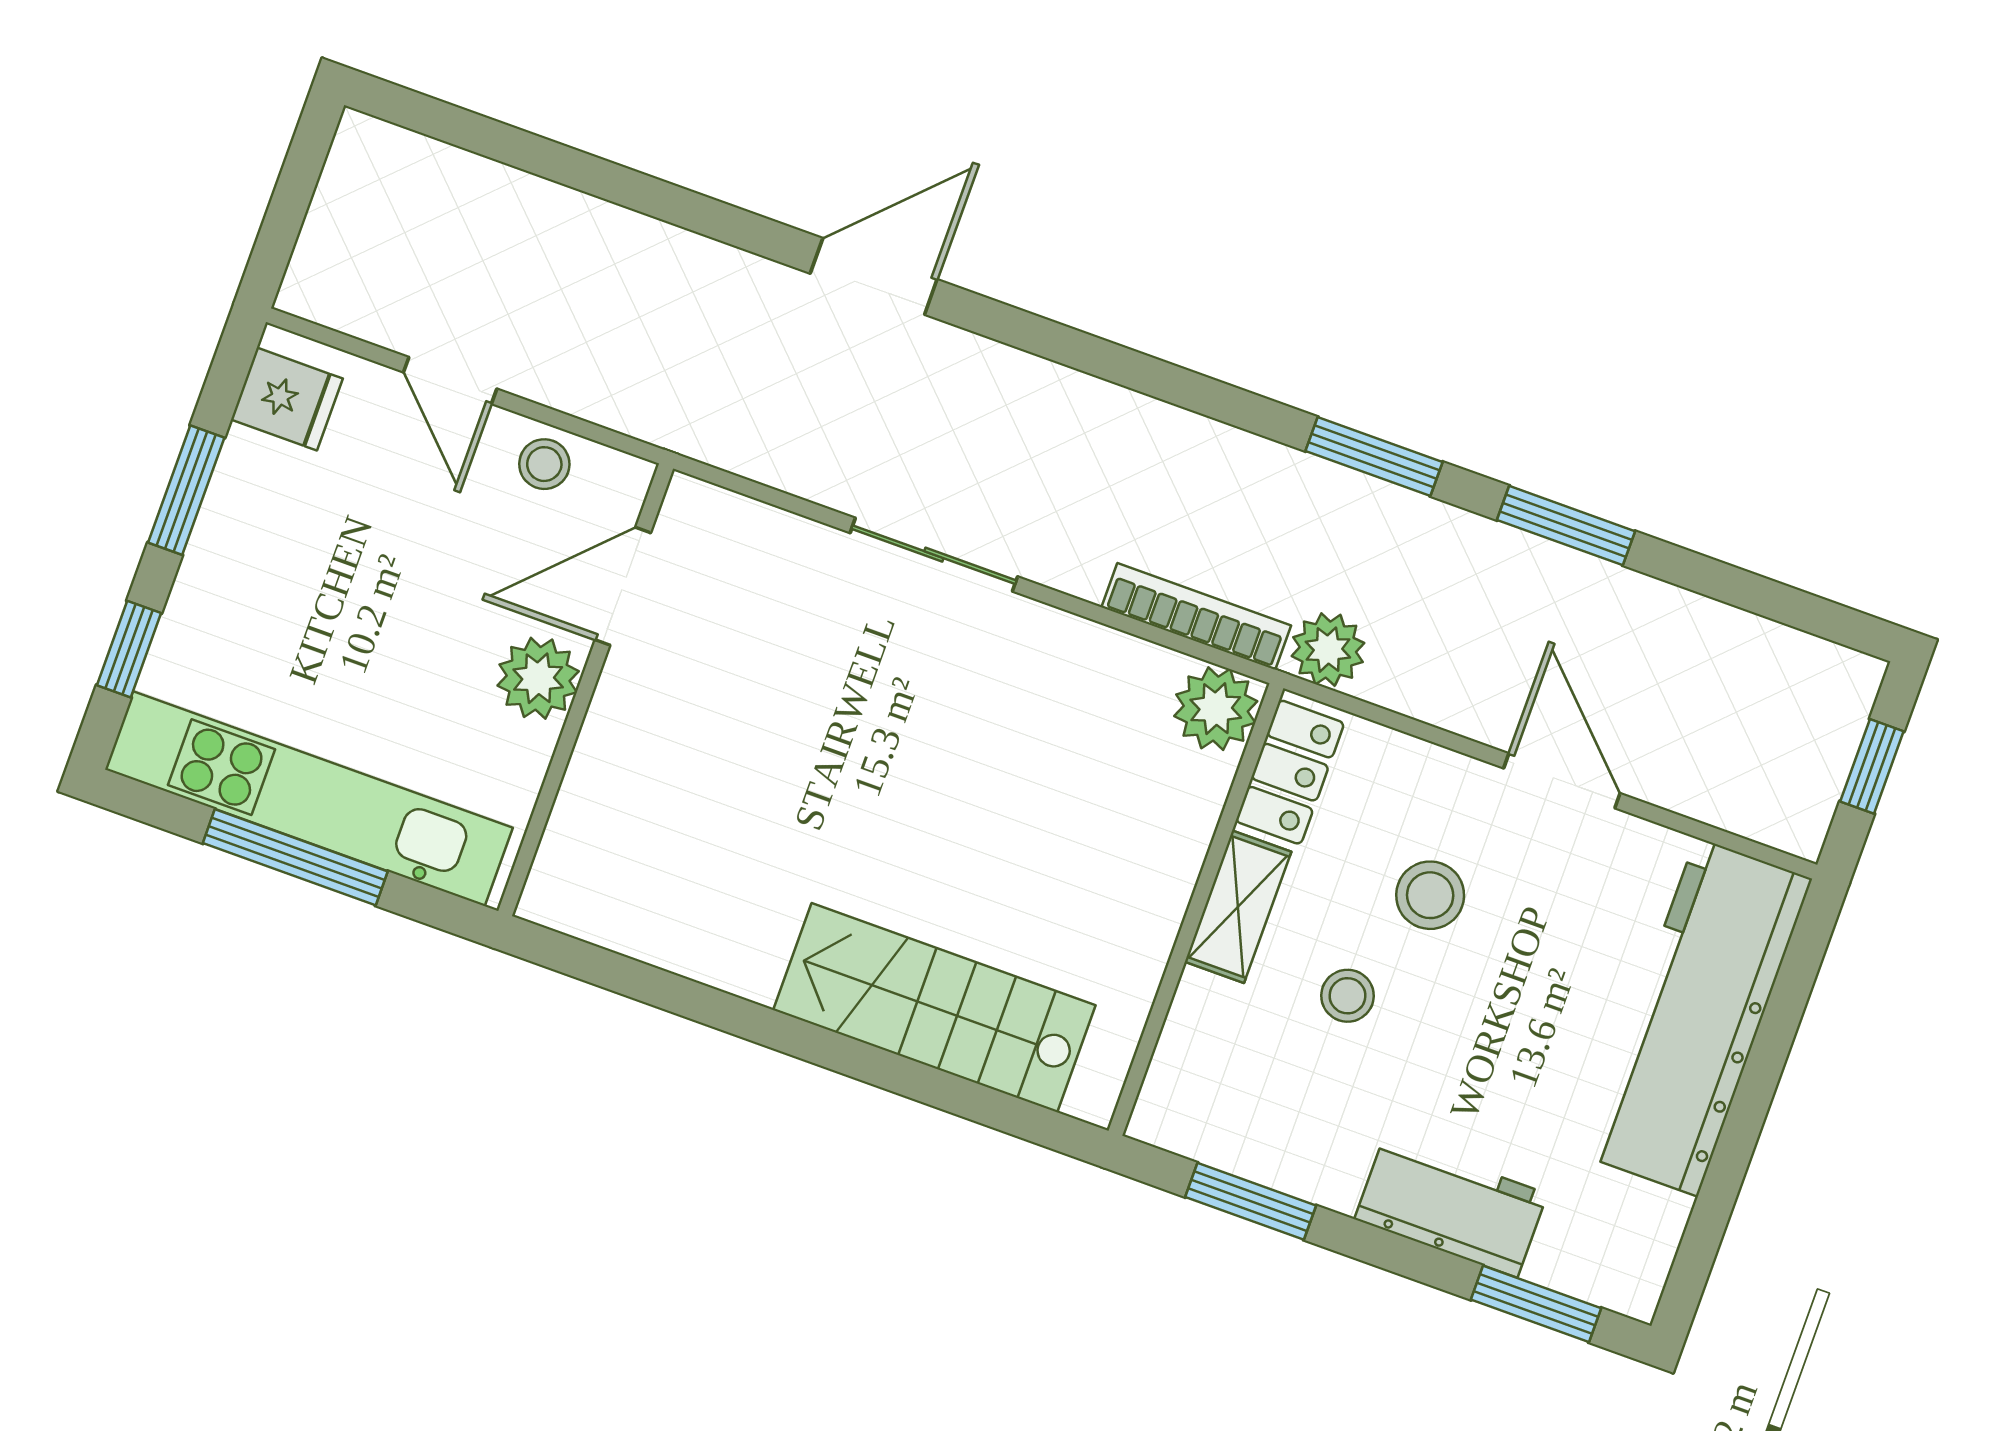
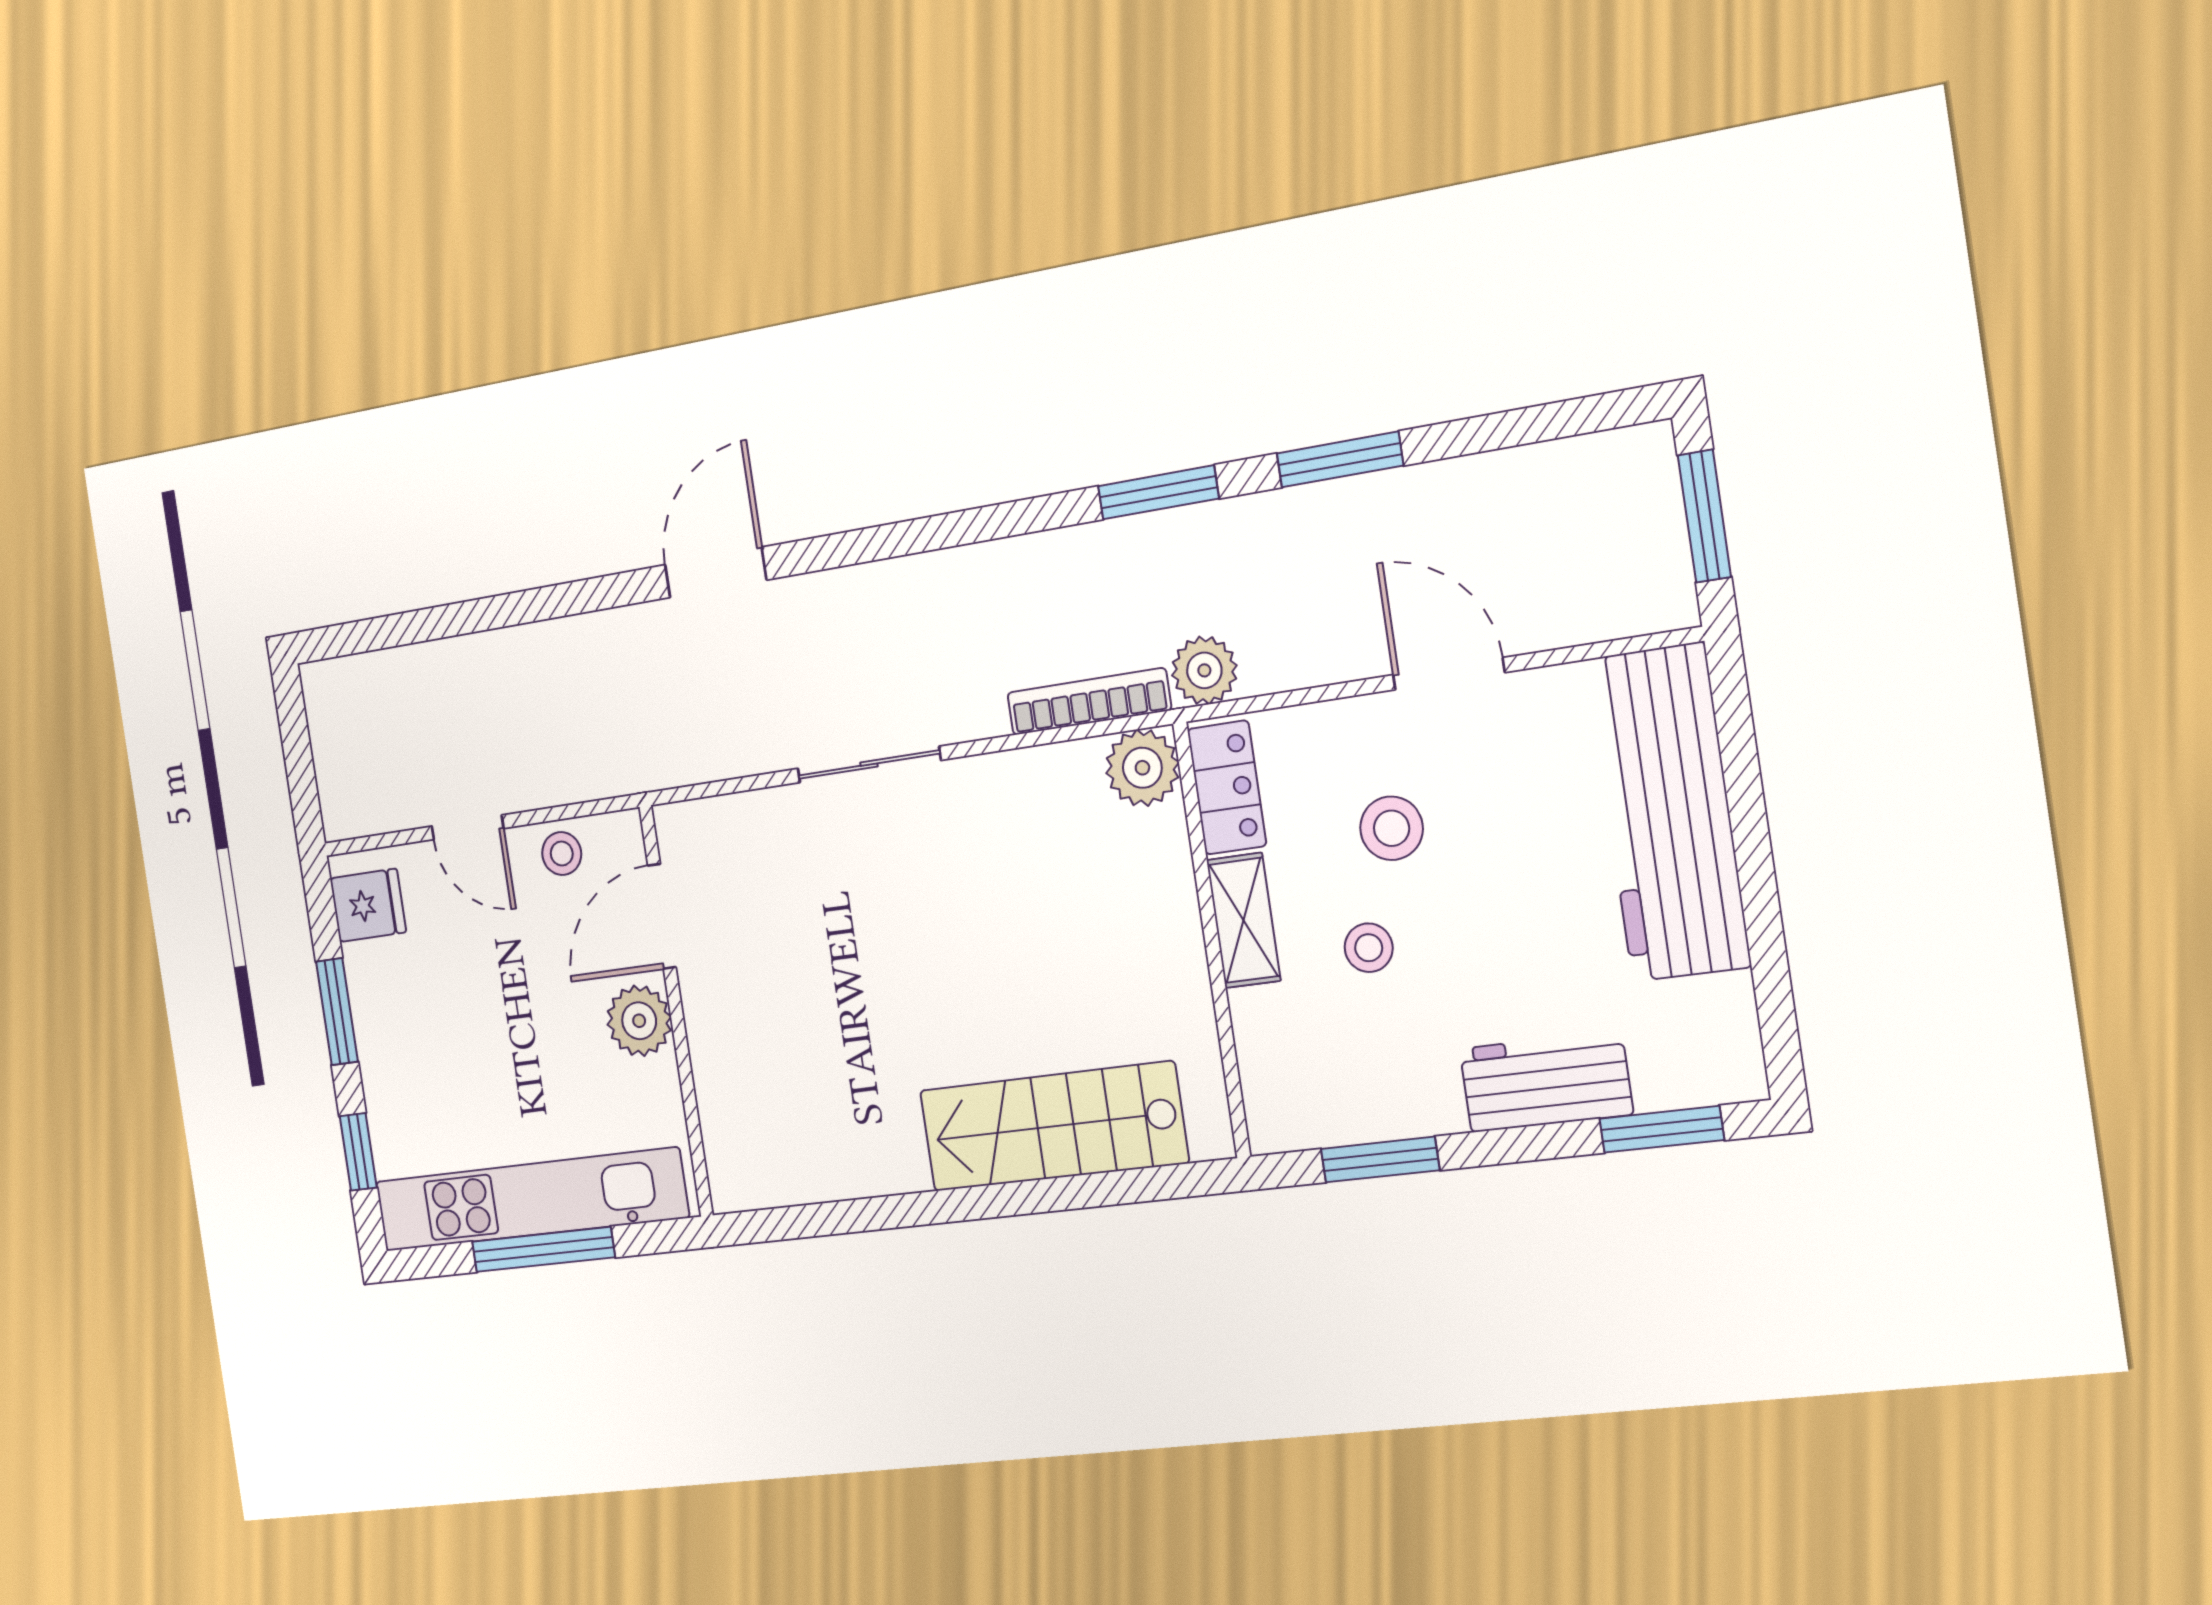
window: (1872, 766) -> (1704, 516), width x1.50

